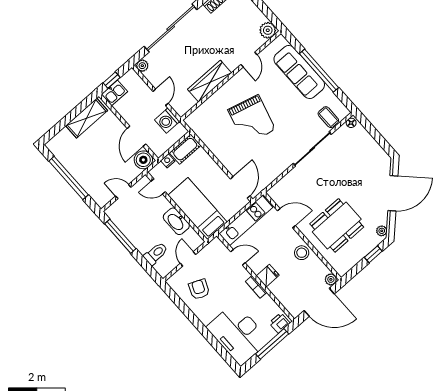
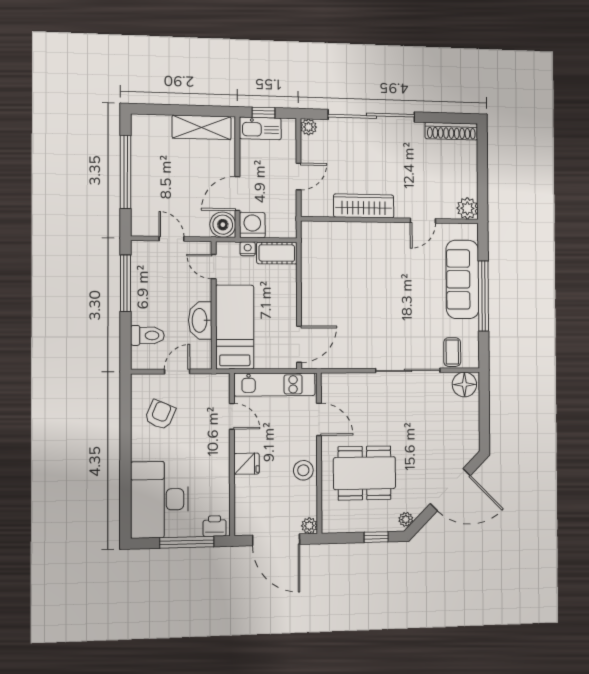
kitchen sink: (114, 93) -> (260, 128), width x1.38
grand piano: (252, 120) -> (372, 285), removed
washing machine: (167, 121) -> (252, 225), moved, turned 90
floor lamp: (351, 123) -> (464, 384), width x1.89, depth x1.89
bookcase: (256, 287) -> (224, 465), removed

